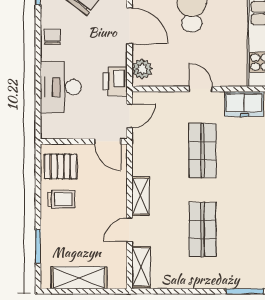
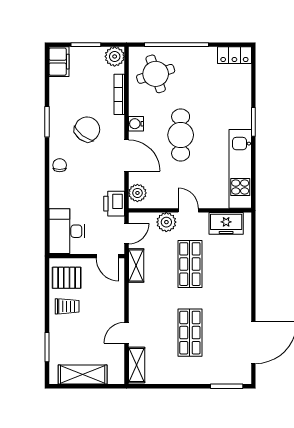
desk: (61, 87) -> (67, 231), moved
plant: (175, 102) -> (166, 222), added
shelving: (141, 196) -> (136, 265), moved

